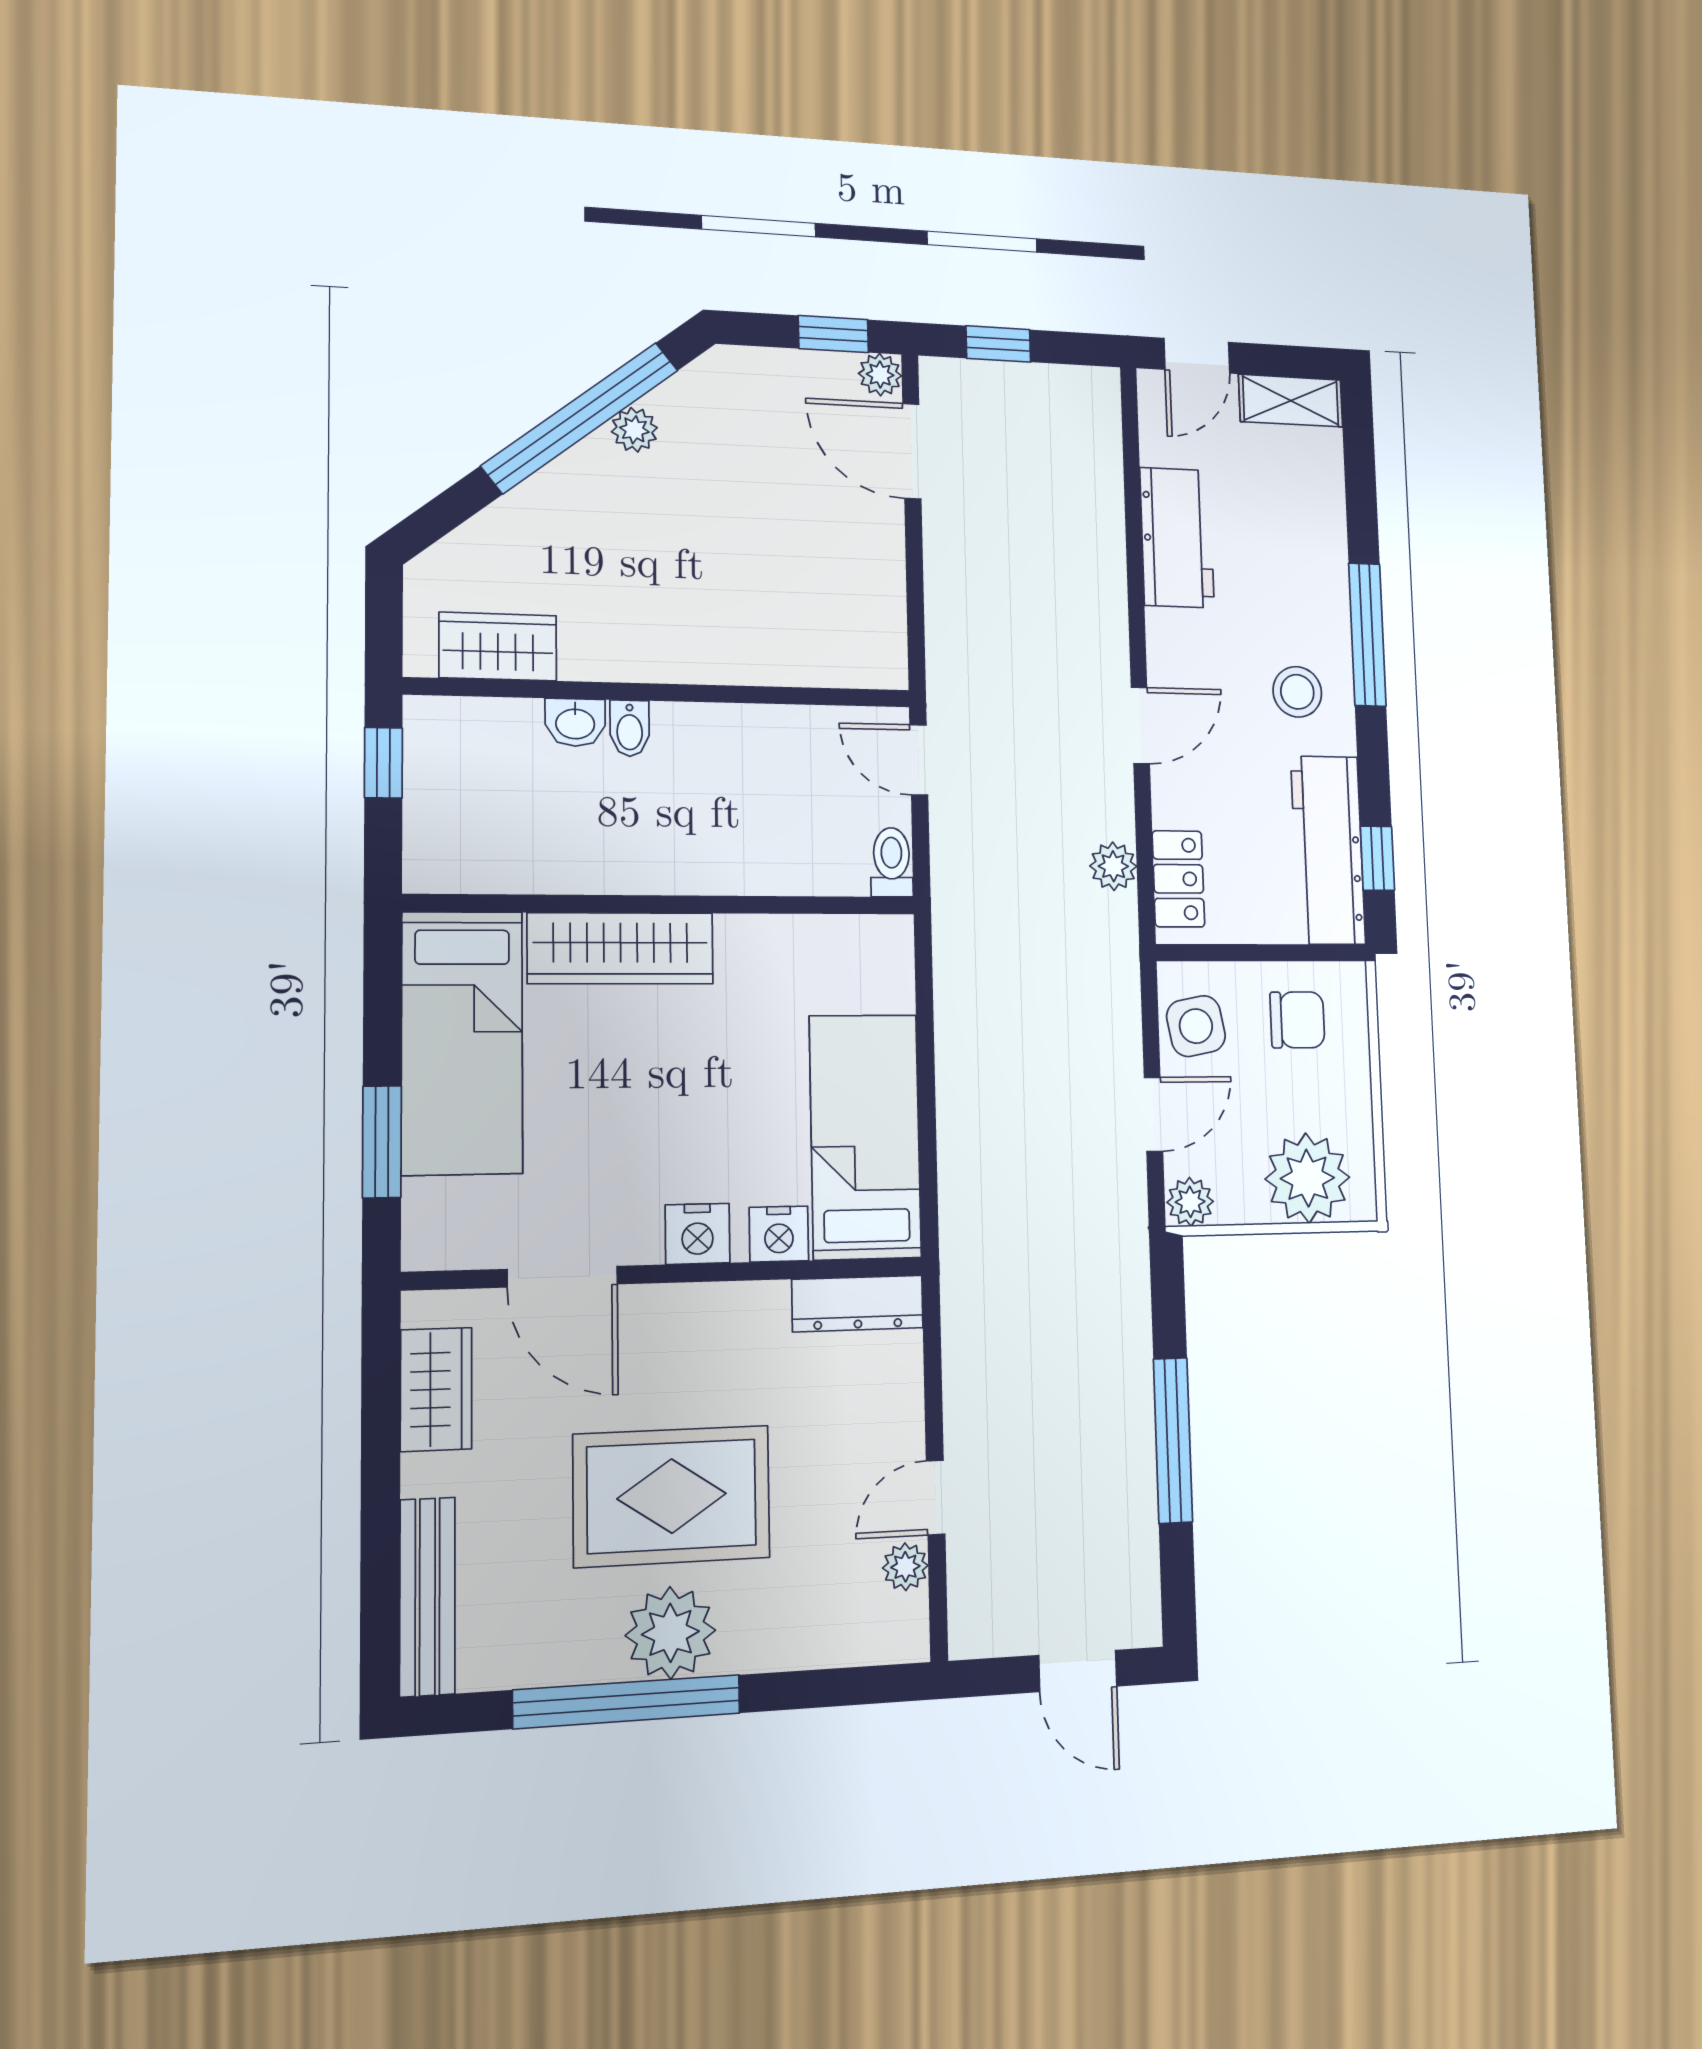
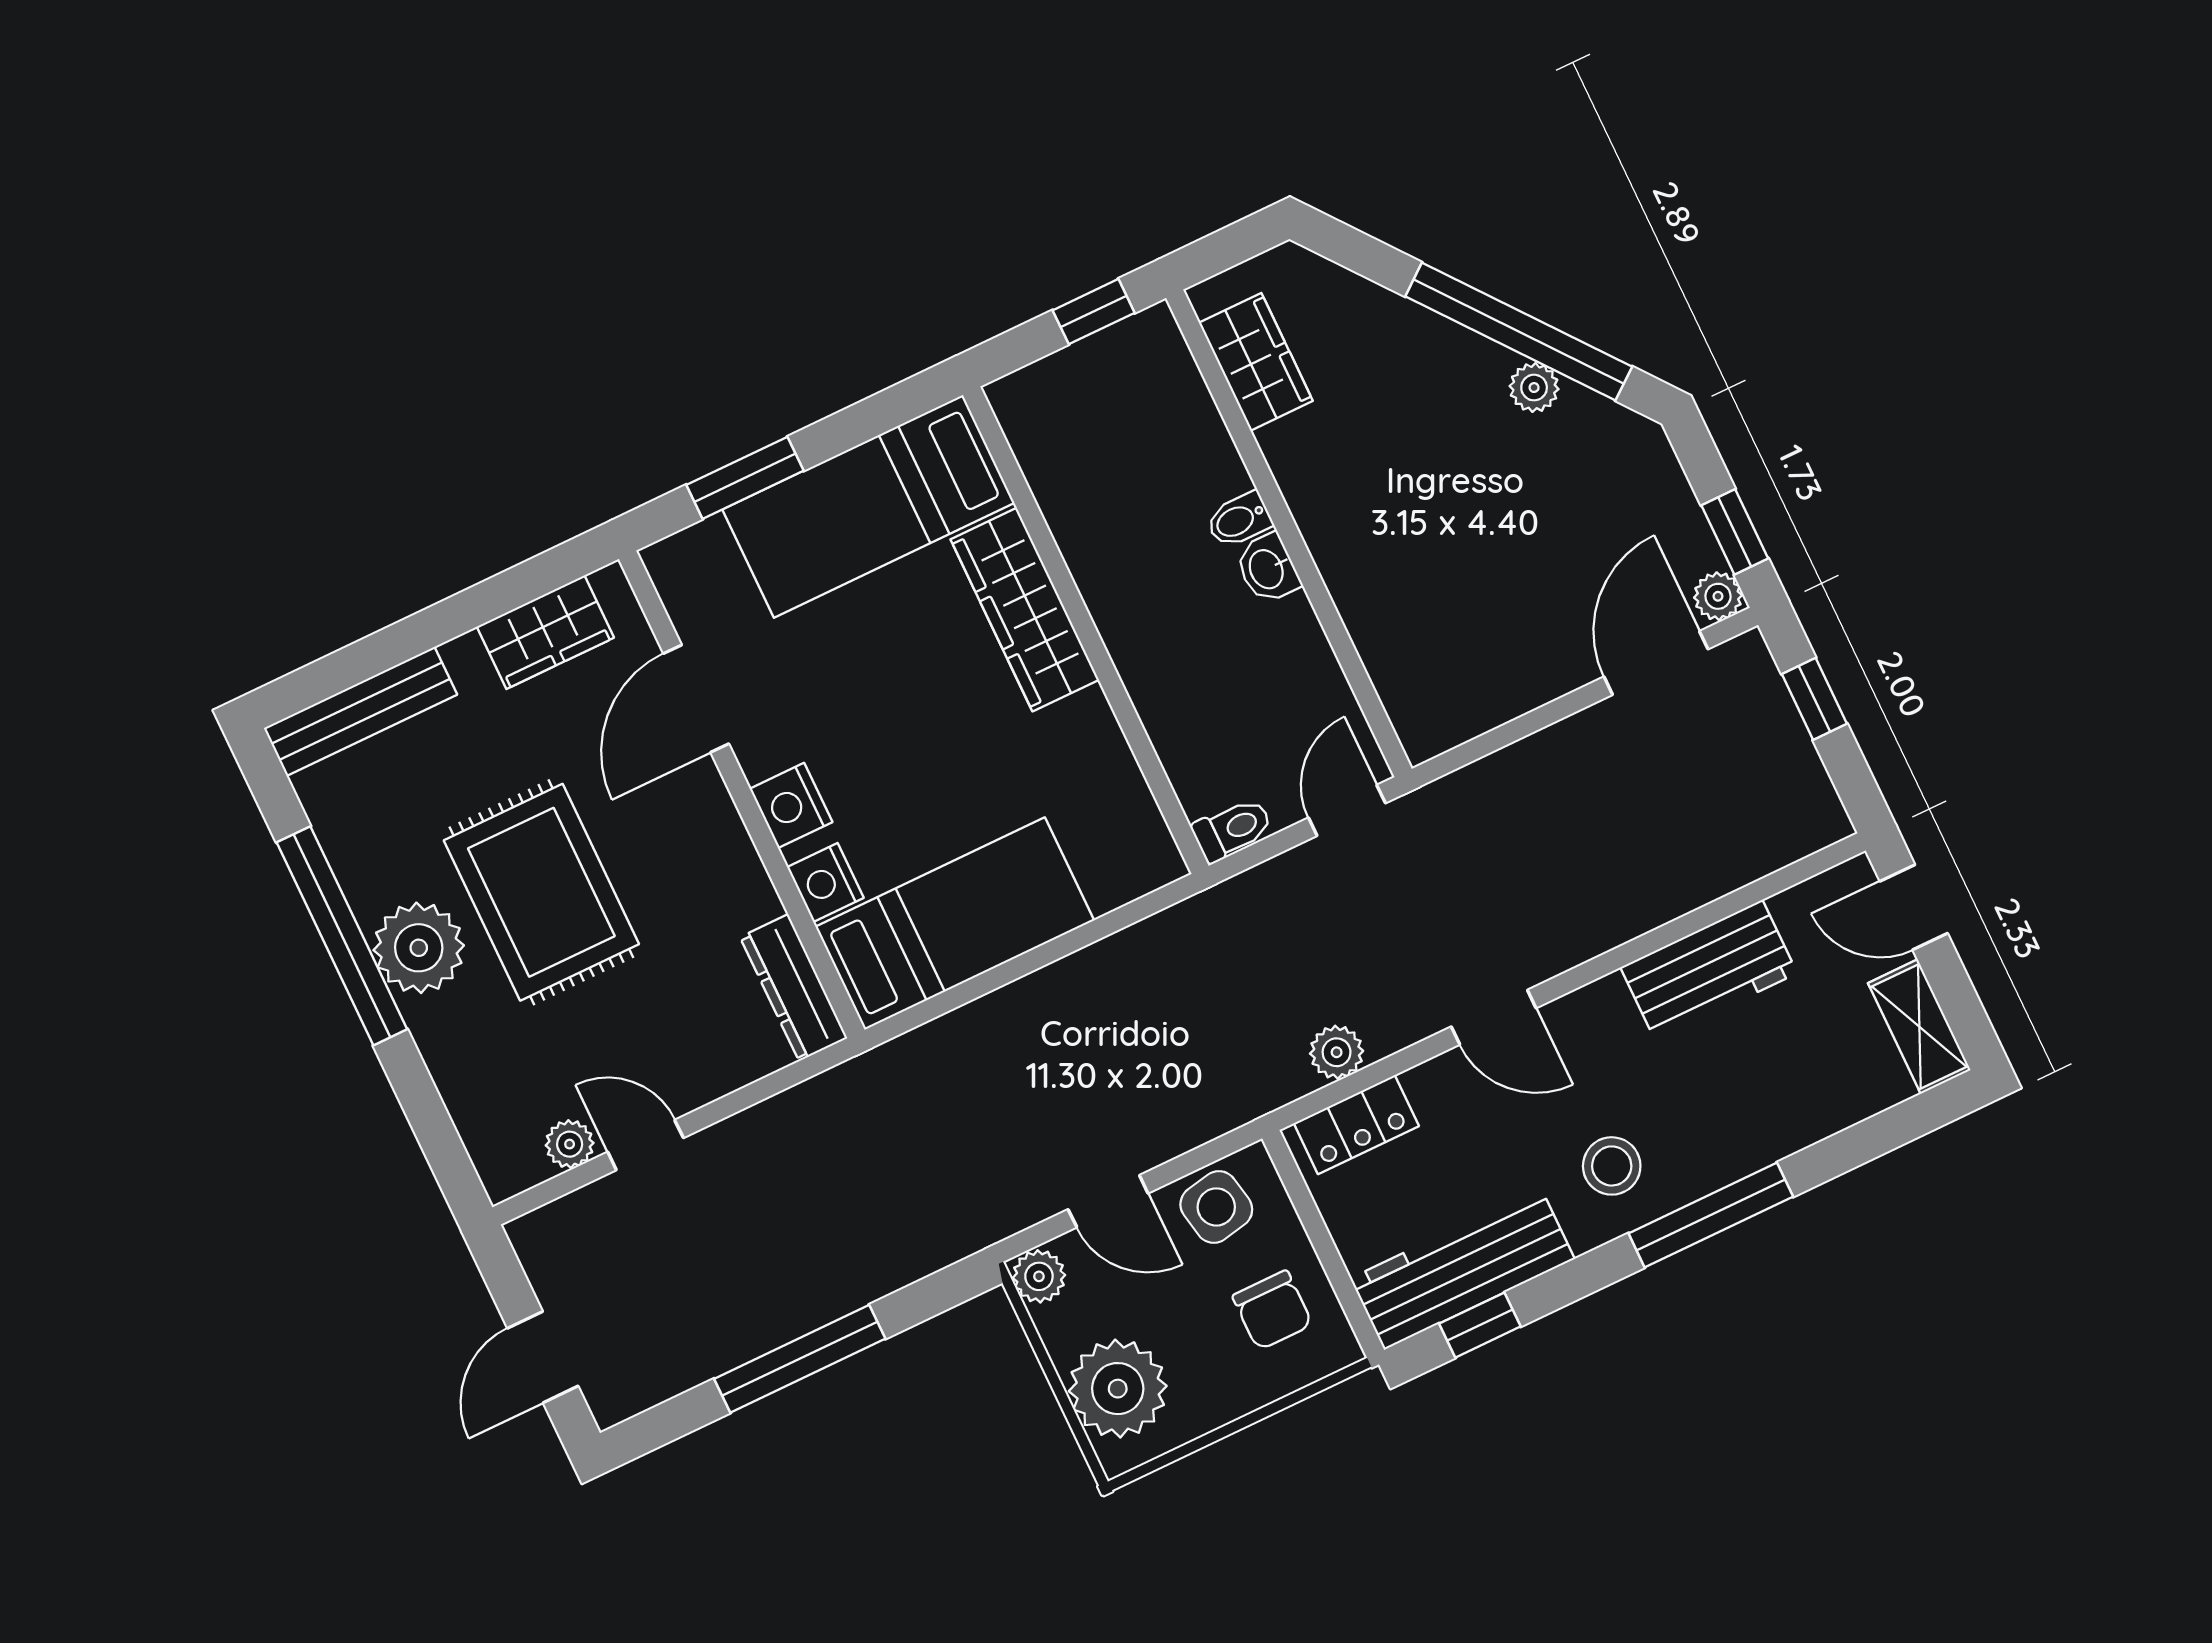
washbasin: (575, 723) -> (1268, 569), moved

